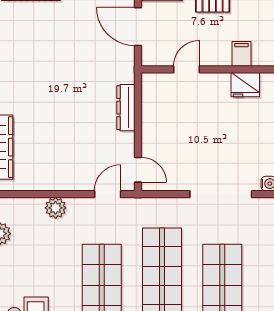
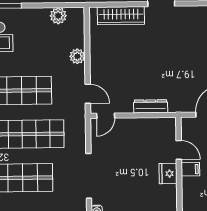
filing cabinet: (241, 54) -> (190, 169), moved
fridge: (245, 85) -> (168, 174), moved

